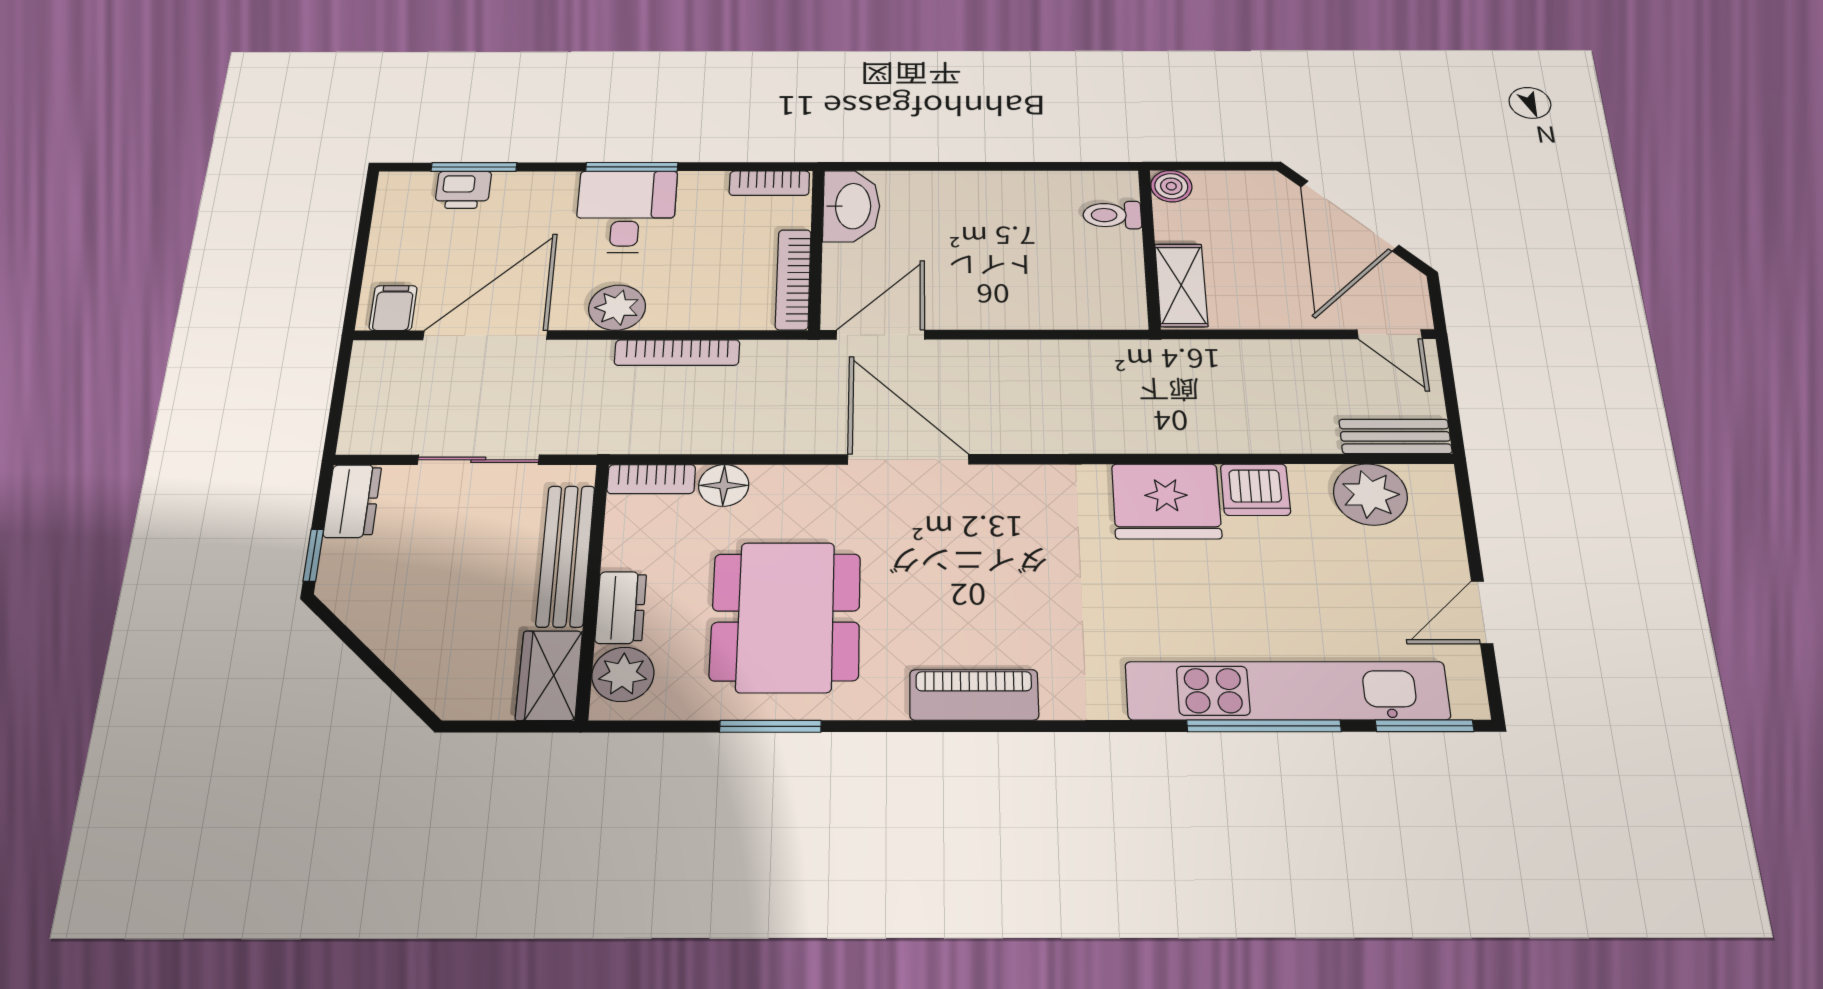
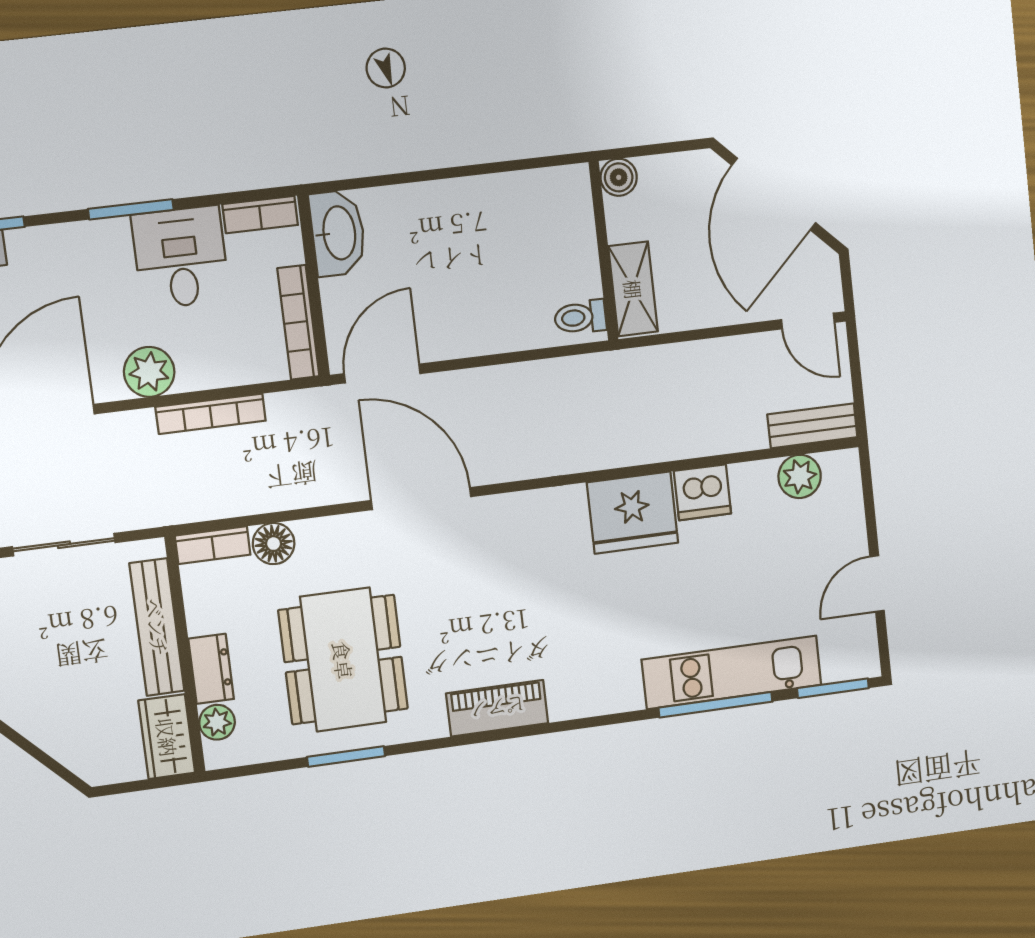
desk: (626, 211) -> (181, 257), moved
toilet: (1112, 215) -> (580, 317), moved
plant: (1370, 494) -> (800, 476), width x0.73, depth x0.73
plant: (623, 674) -> (217, 722), width x0.73, depth x0.73
kitchen unit: (1287, 691) -> (732, 672), width x0.73

